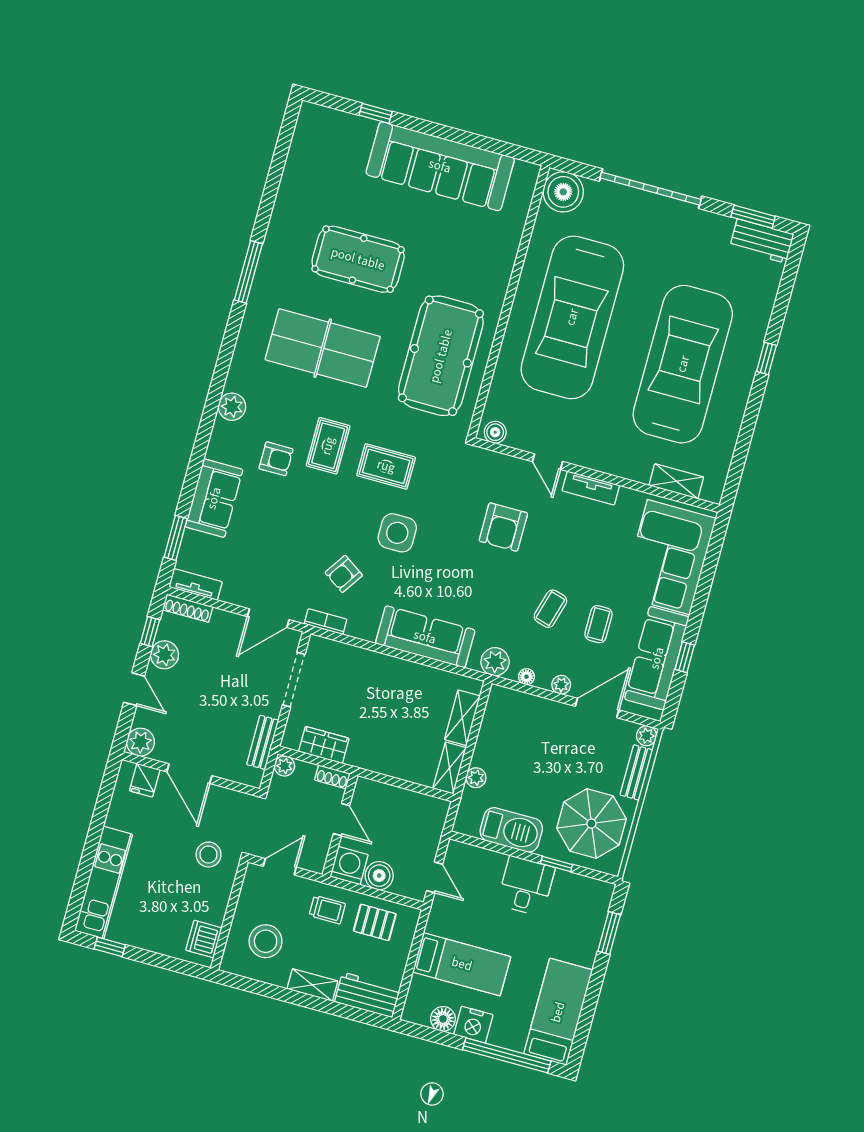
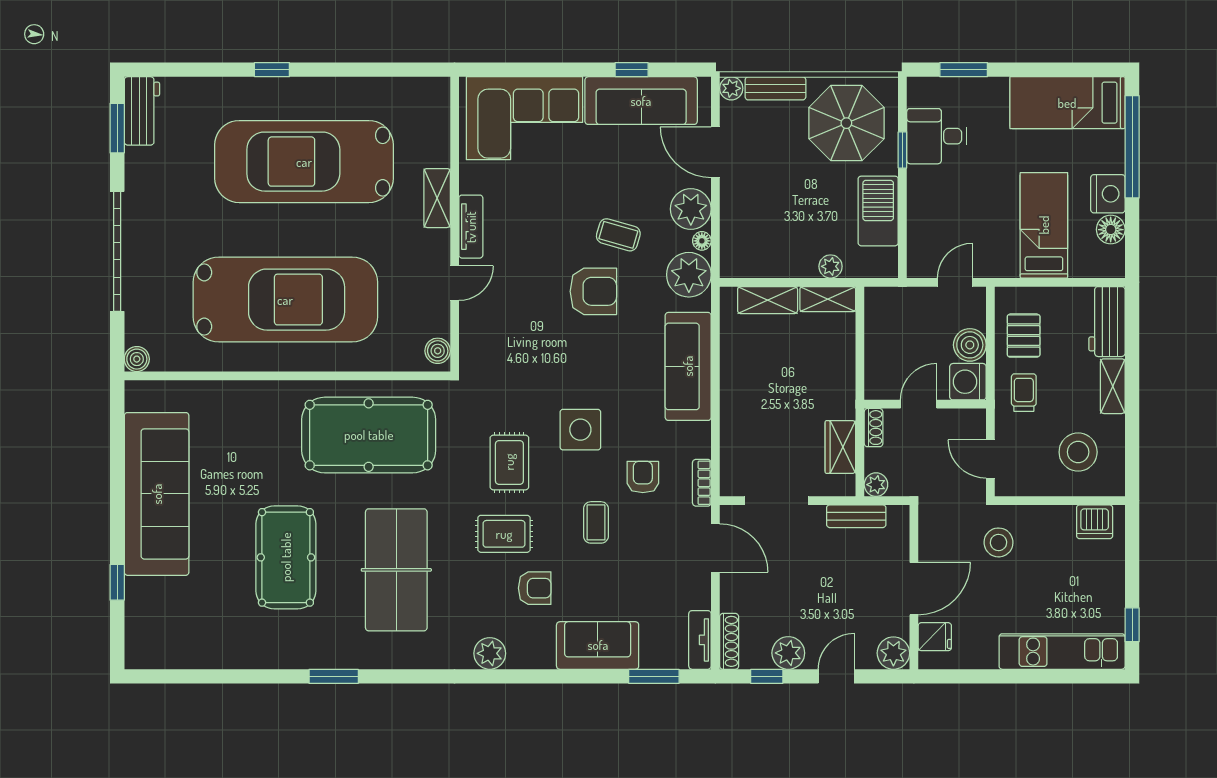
boiler: (563, 192) -> (137, 359), width x0.54, depth x0.54
window: (248, 272) -> (334, 676), width x0.69
armchair: (276, 459) -> (535, 588), turned 90
shelving: (676, 481) -> (437, 198), moved
armchair: (503, 527) -> (593, 291), moved
armchair: (344, 574) -> (643, 477), turned -124
coffee table: (599, 624) -> (596, 522), moved, turned 90
plant: (495, 662) -> (689, 275), width x1.36, depth x1.36
plant: (561, 685) -> (691, 209), width x1.88, depth x1.88
desk: (526, 886) -> (937, 136), moved

